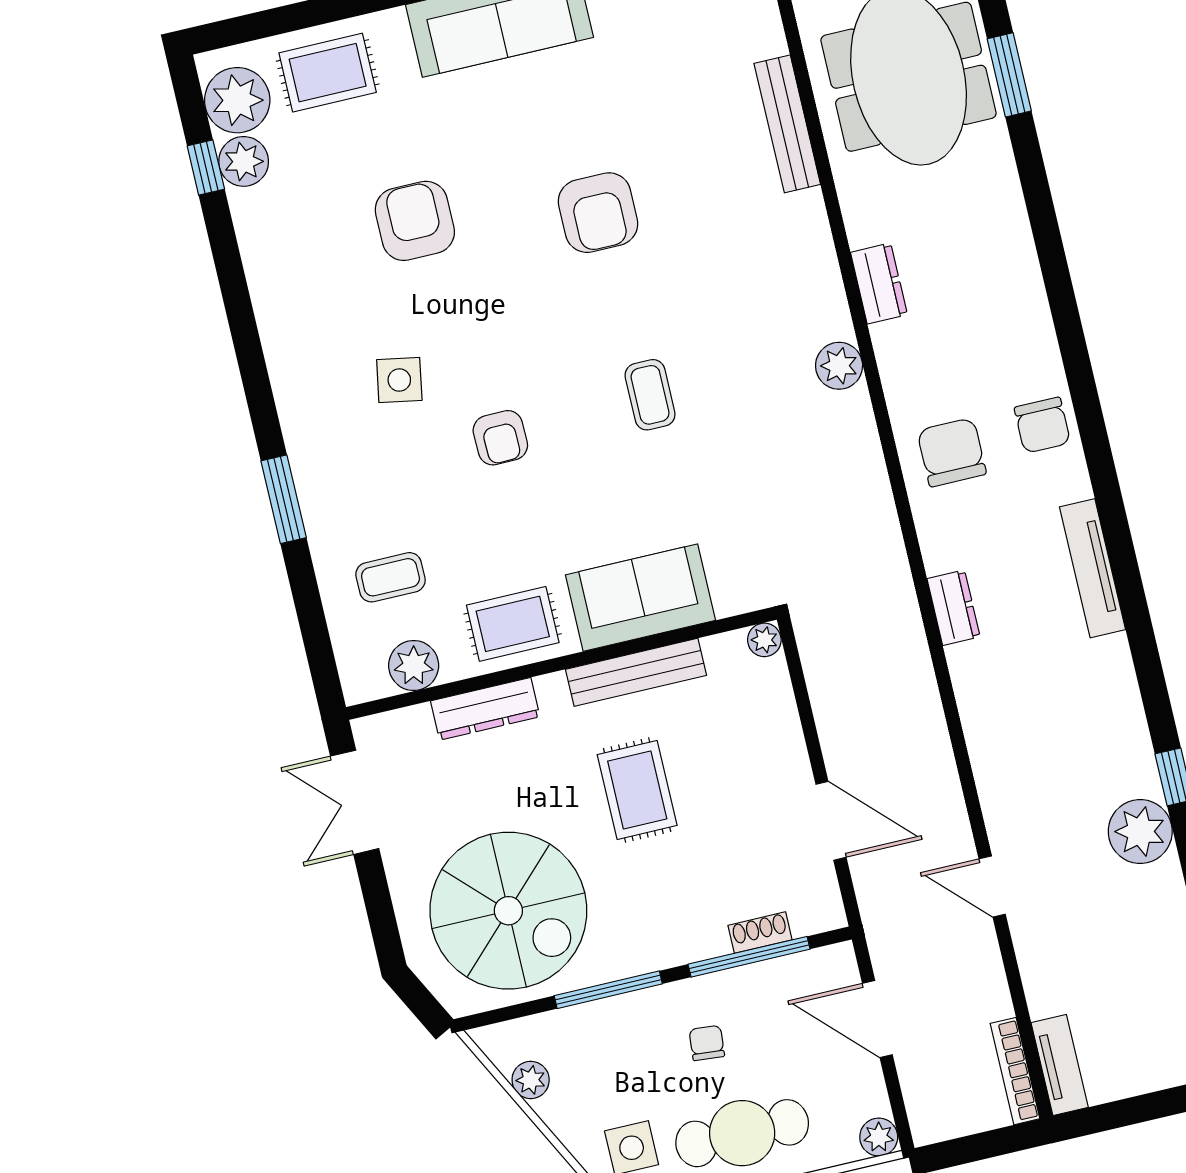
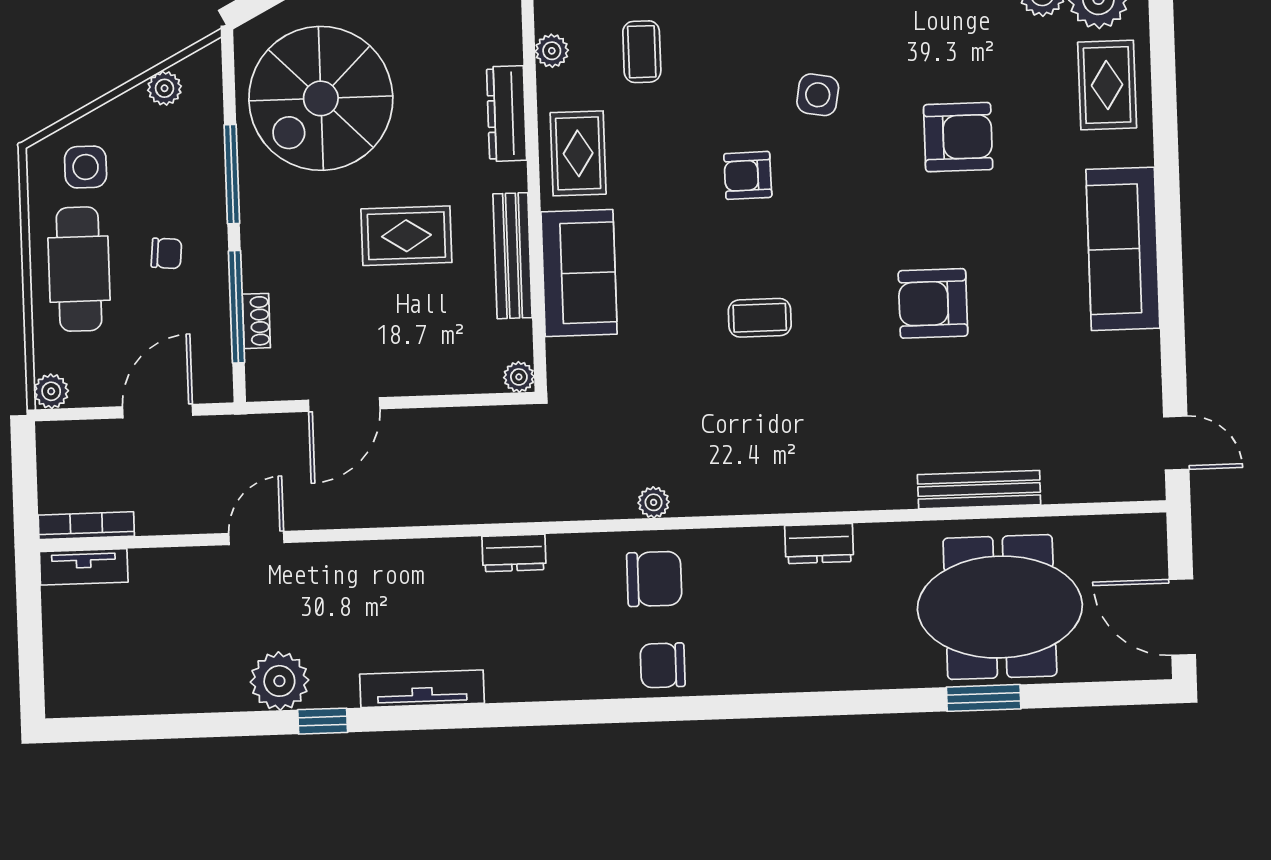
plant: (839, 366) -> (654, 502), moved, width x0.73, depth x0.73
tv unit: (1093, 568) -> (422, 689), moved
plant: (414, 666) -> (552, 51), width x0.73, depth x0.73

